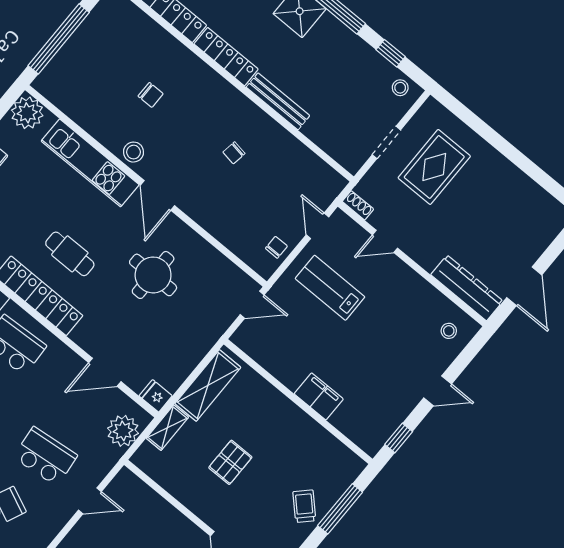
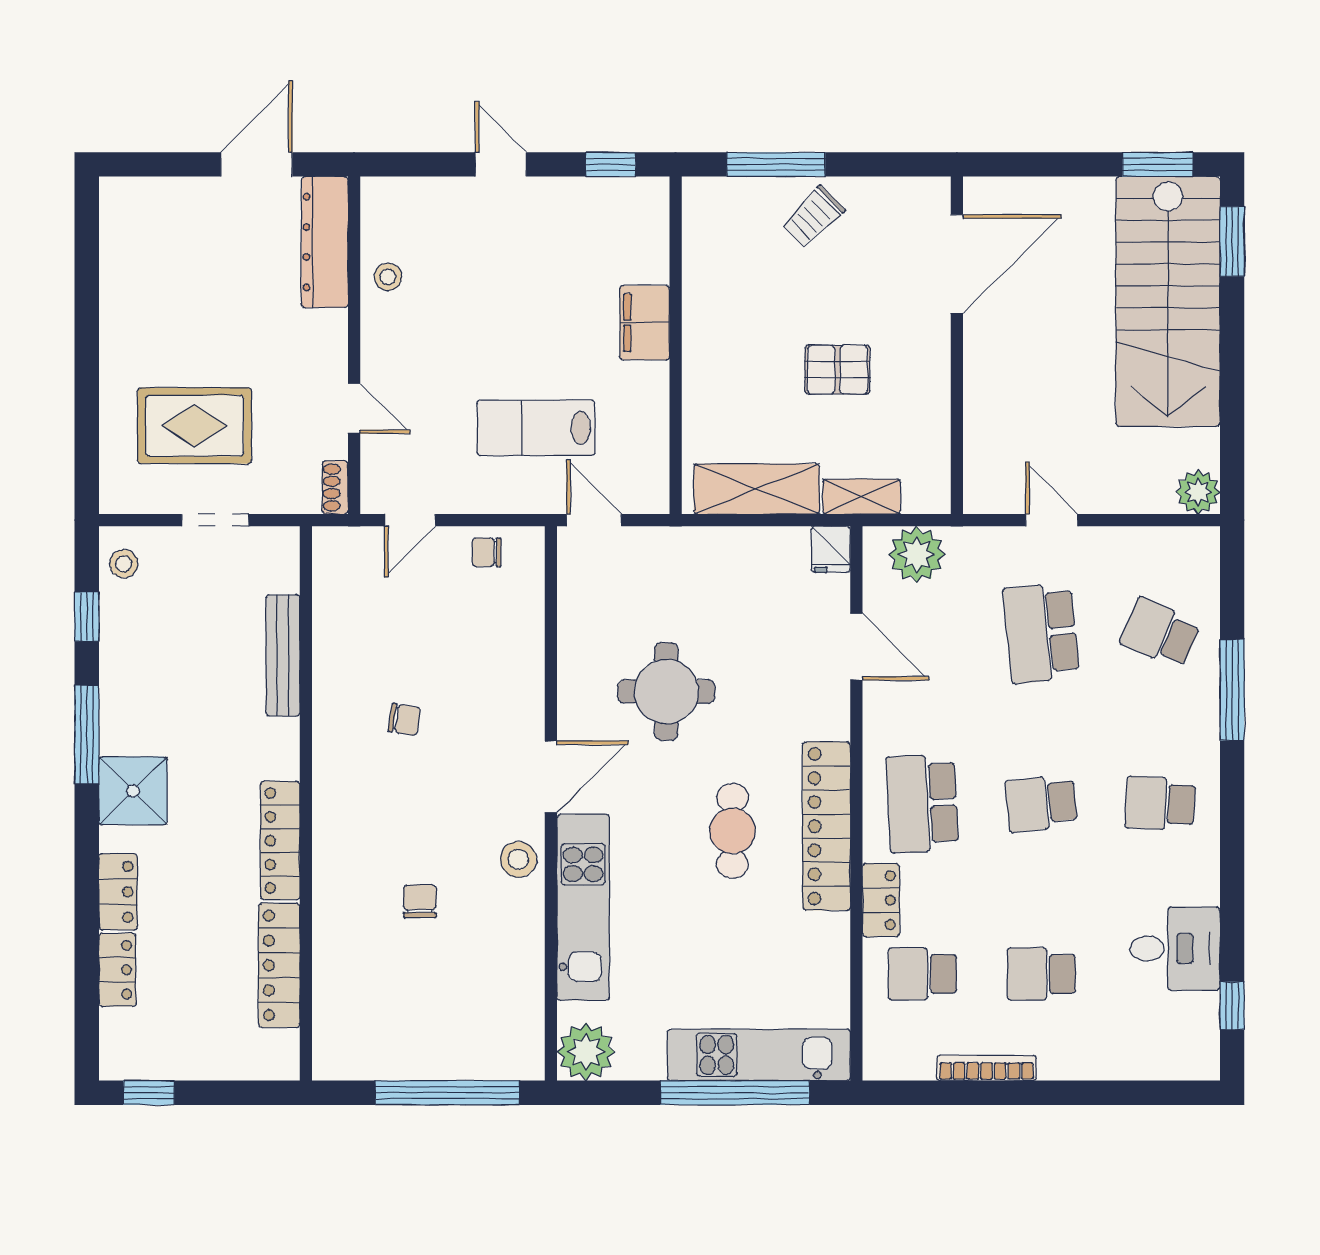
bench: (278, 101) -> (283, 655), moved
lab bench: (330, 288) -> (536, 428), moved, turned 90
stool: (449, 331) -> (388, 277), moved

